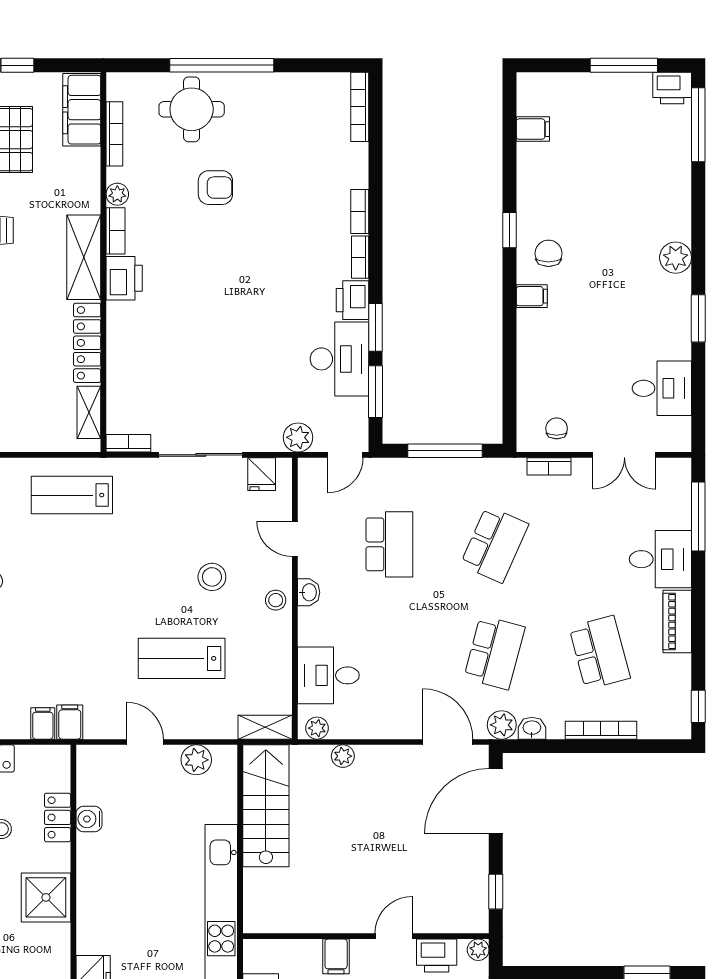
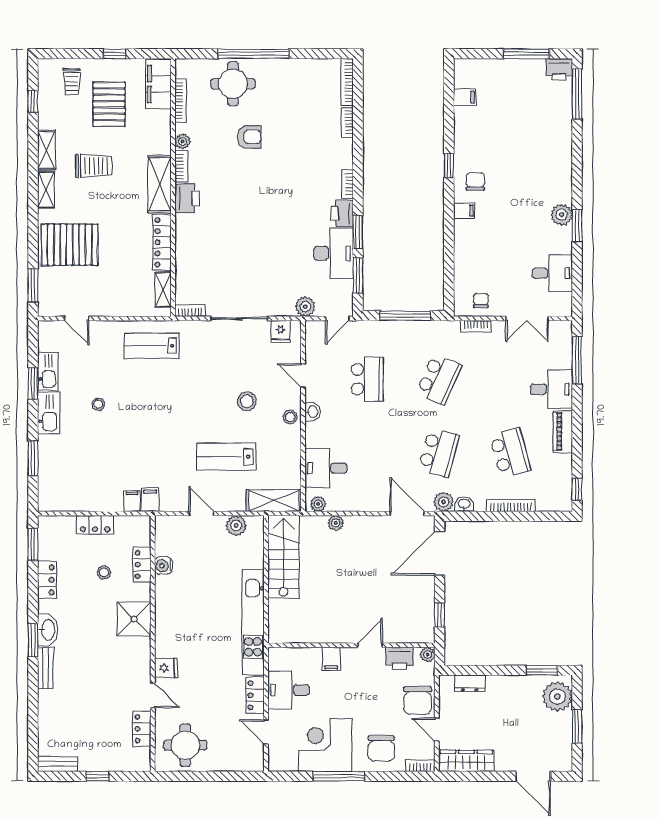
bookcase: (360, 212) -> (347, 122), moved
plant: (676, 258) -> (562, 215), moved
shelving: (265, 727) -> (274, 501), width x1.50, depth x1.33

